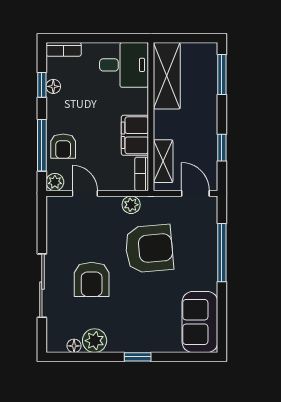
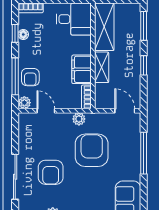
window: (222, 148) -> (144, 65), moved
shelving: (163, 161) -> (102, 67), moved
armchair: (149, 249) -> (92, 150), turned -85

